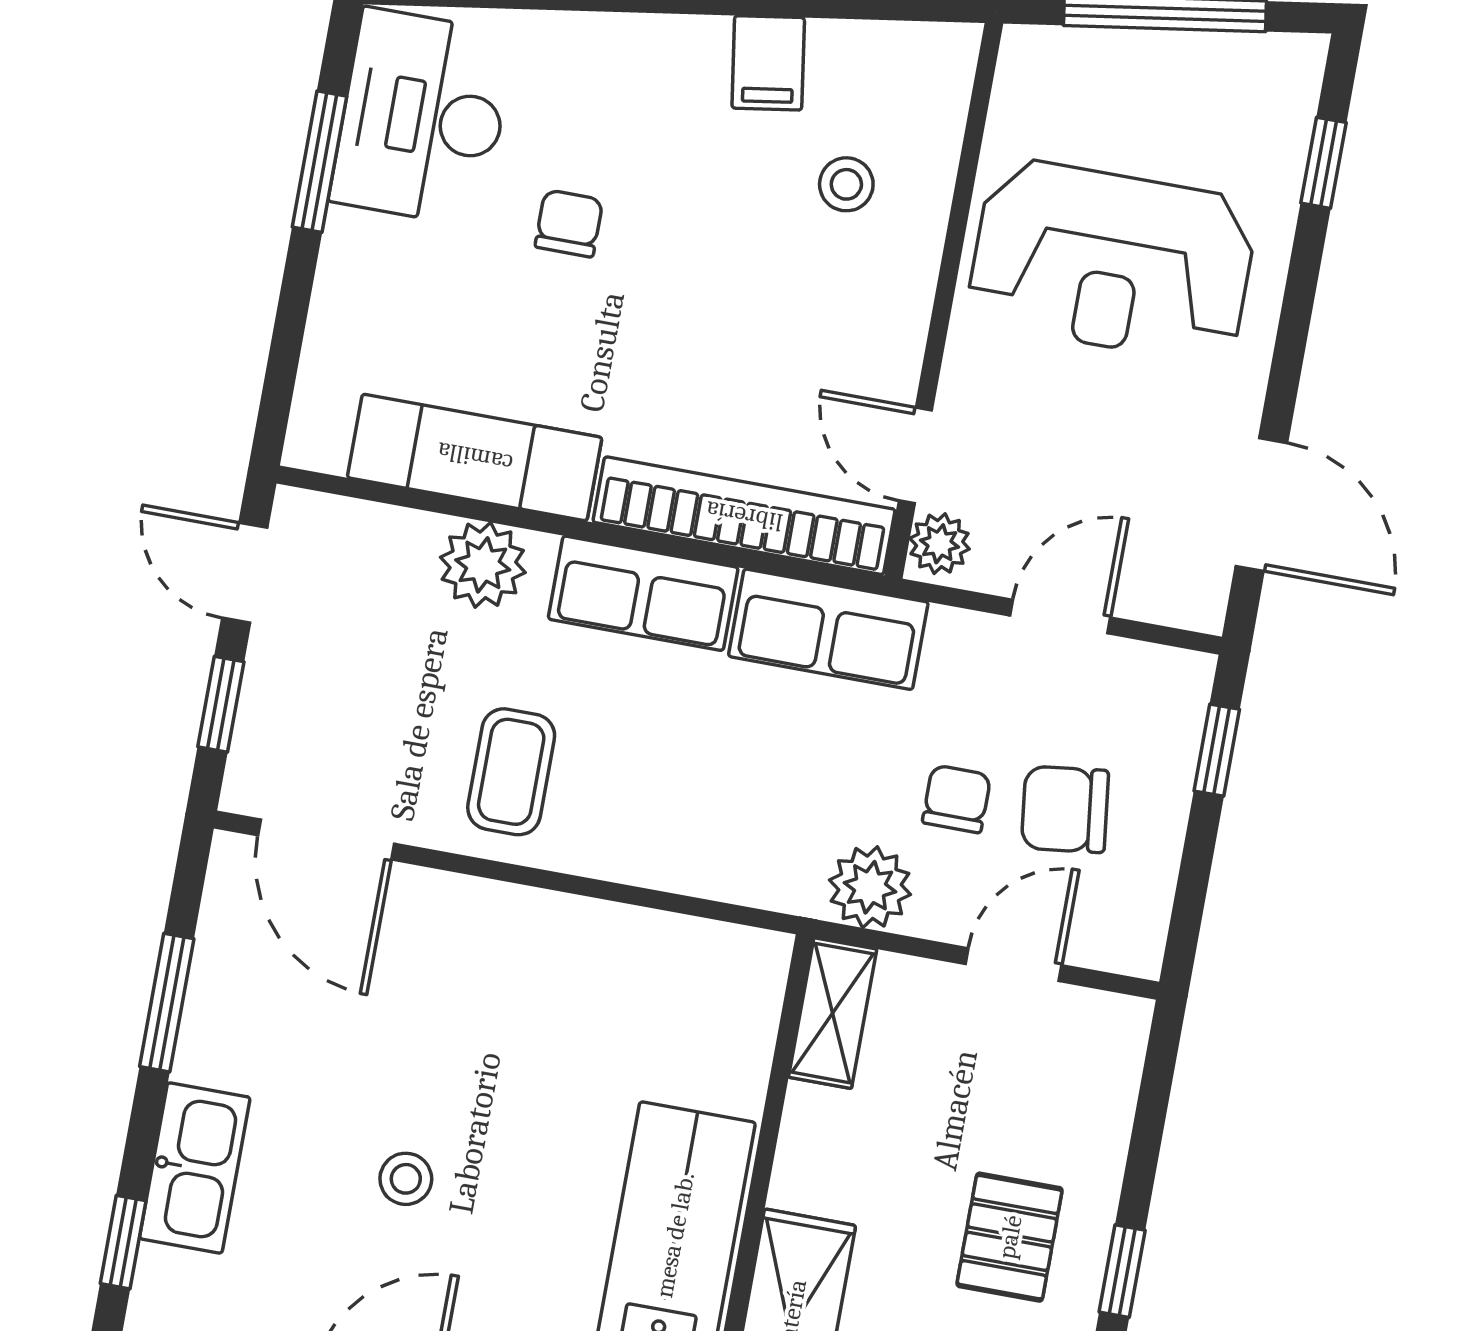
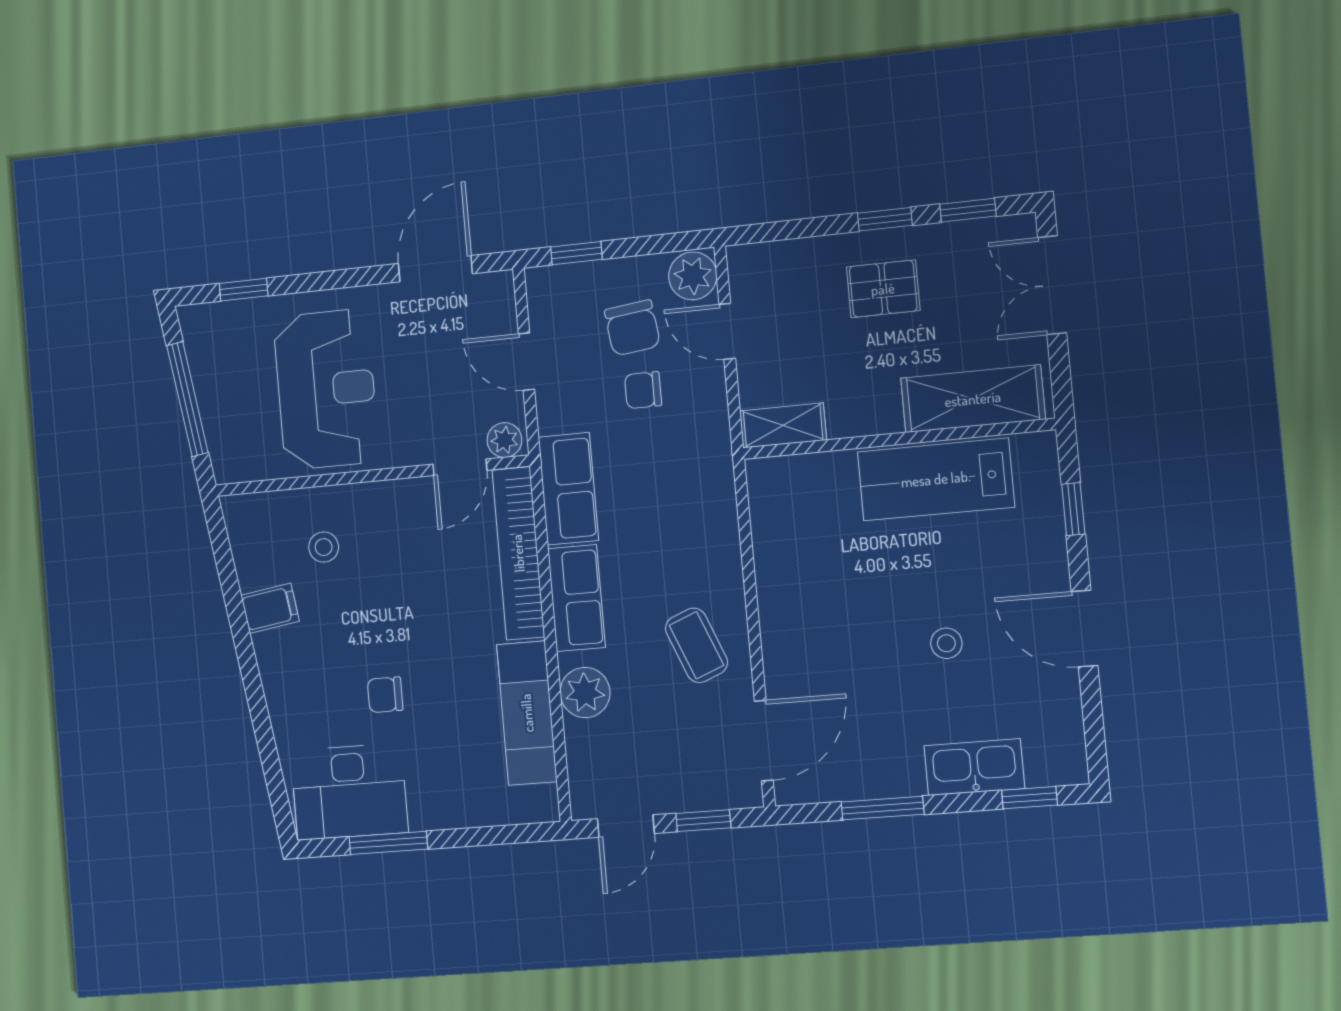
coffee table: (511, 772) -> (696, 645), turned 68
plant: (870, 887) -> (693, 276), moved

